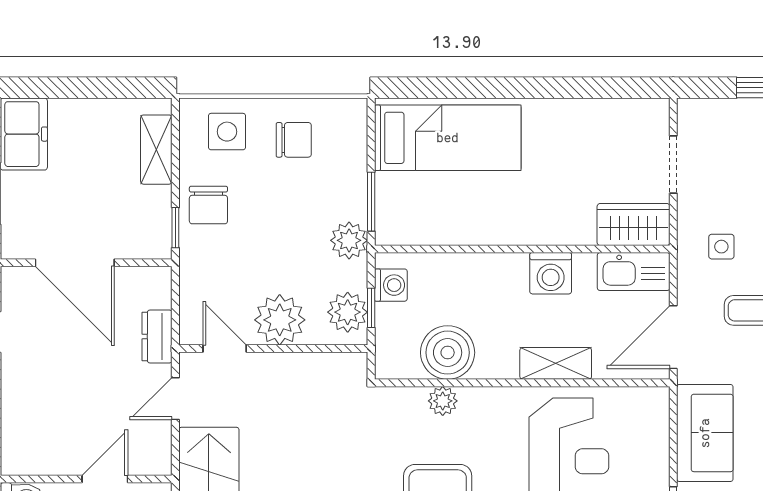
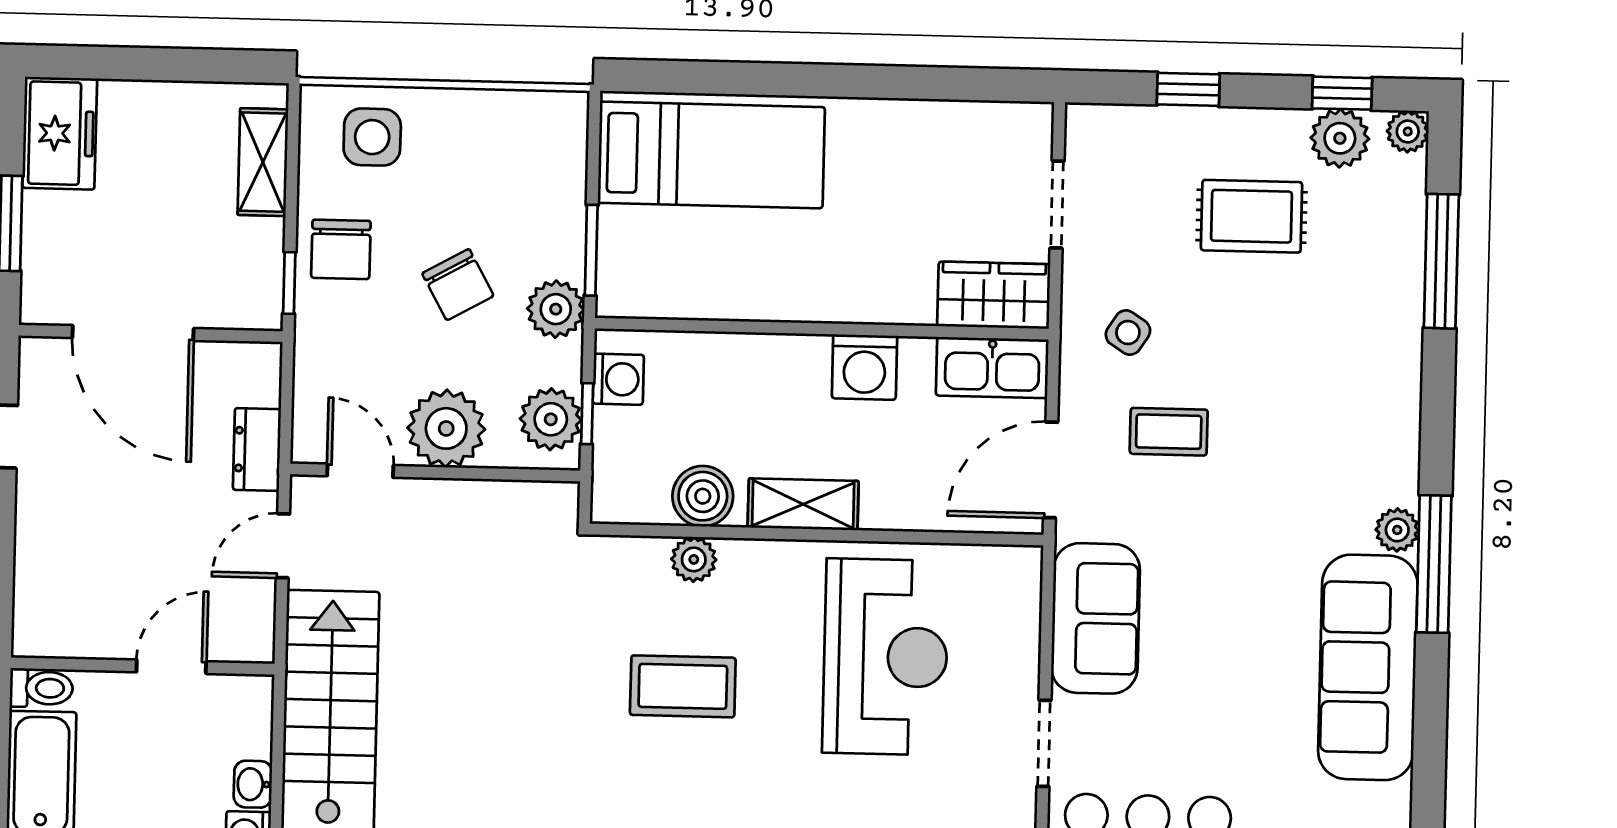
chair: (294, 140) -> (458, 285), moved, turned 61
side table: (721, 247) -> (1128, 333), turned 33
boiler: (448, 353) -> (703, 496), width x0.73, depth x0.73
shelving: (556, 363) -> (803, 504), moved

